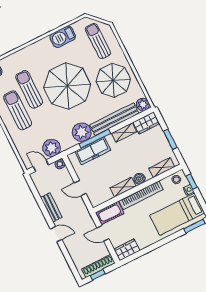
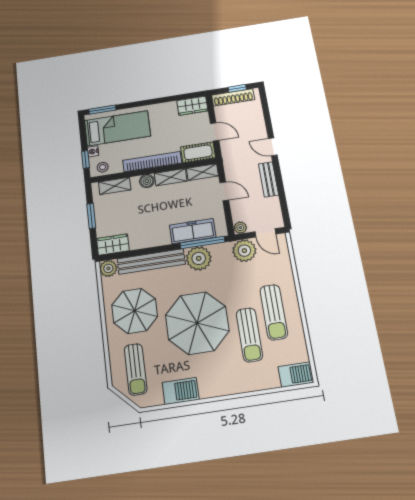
shelving: (124, 132) -> (202, 172), moved
window: (95, 139) -> (202, 243), moved

